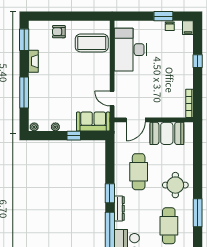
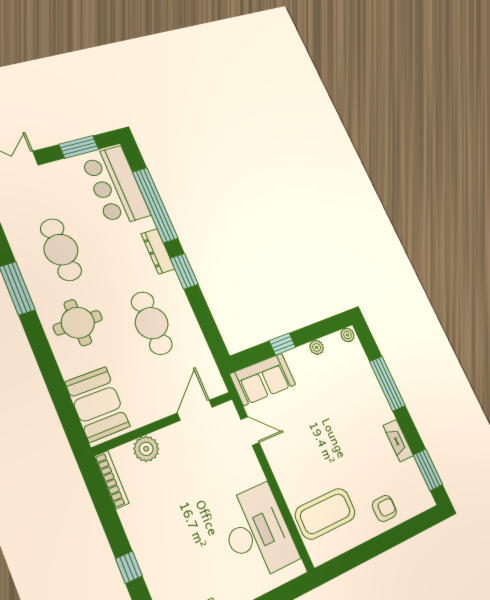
plant: (167, 111) -> (146, 449), added
booth: (167, 133) -> (97, 404), moved, turned 90

